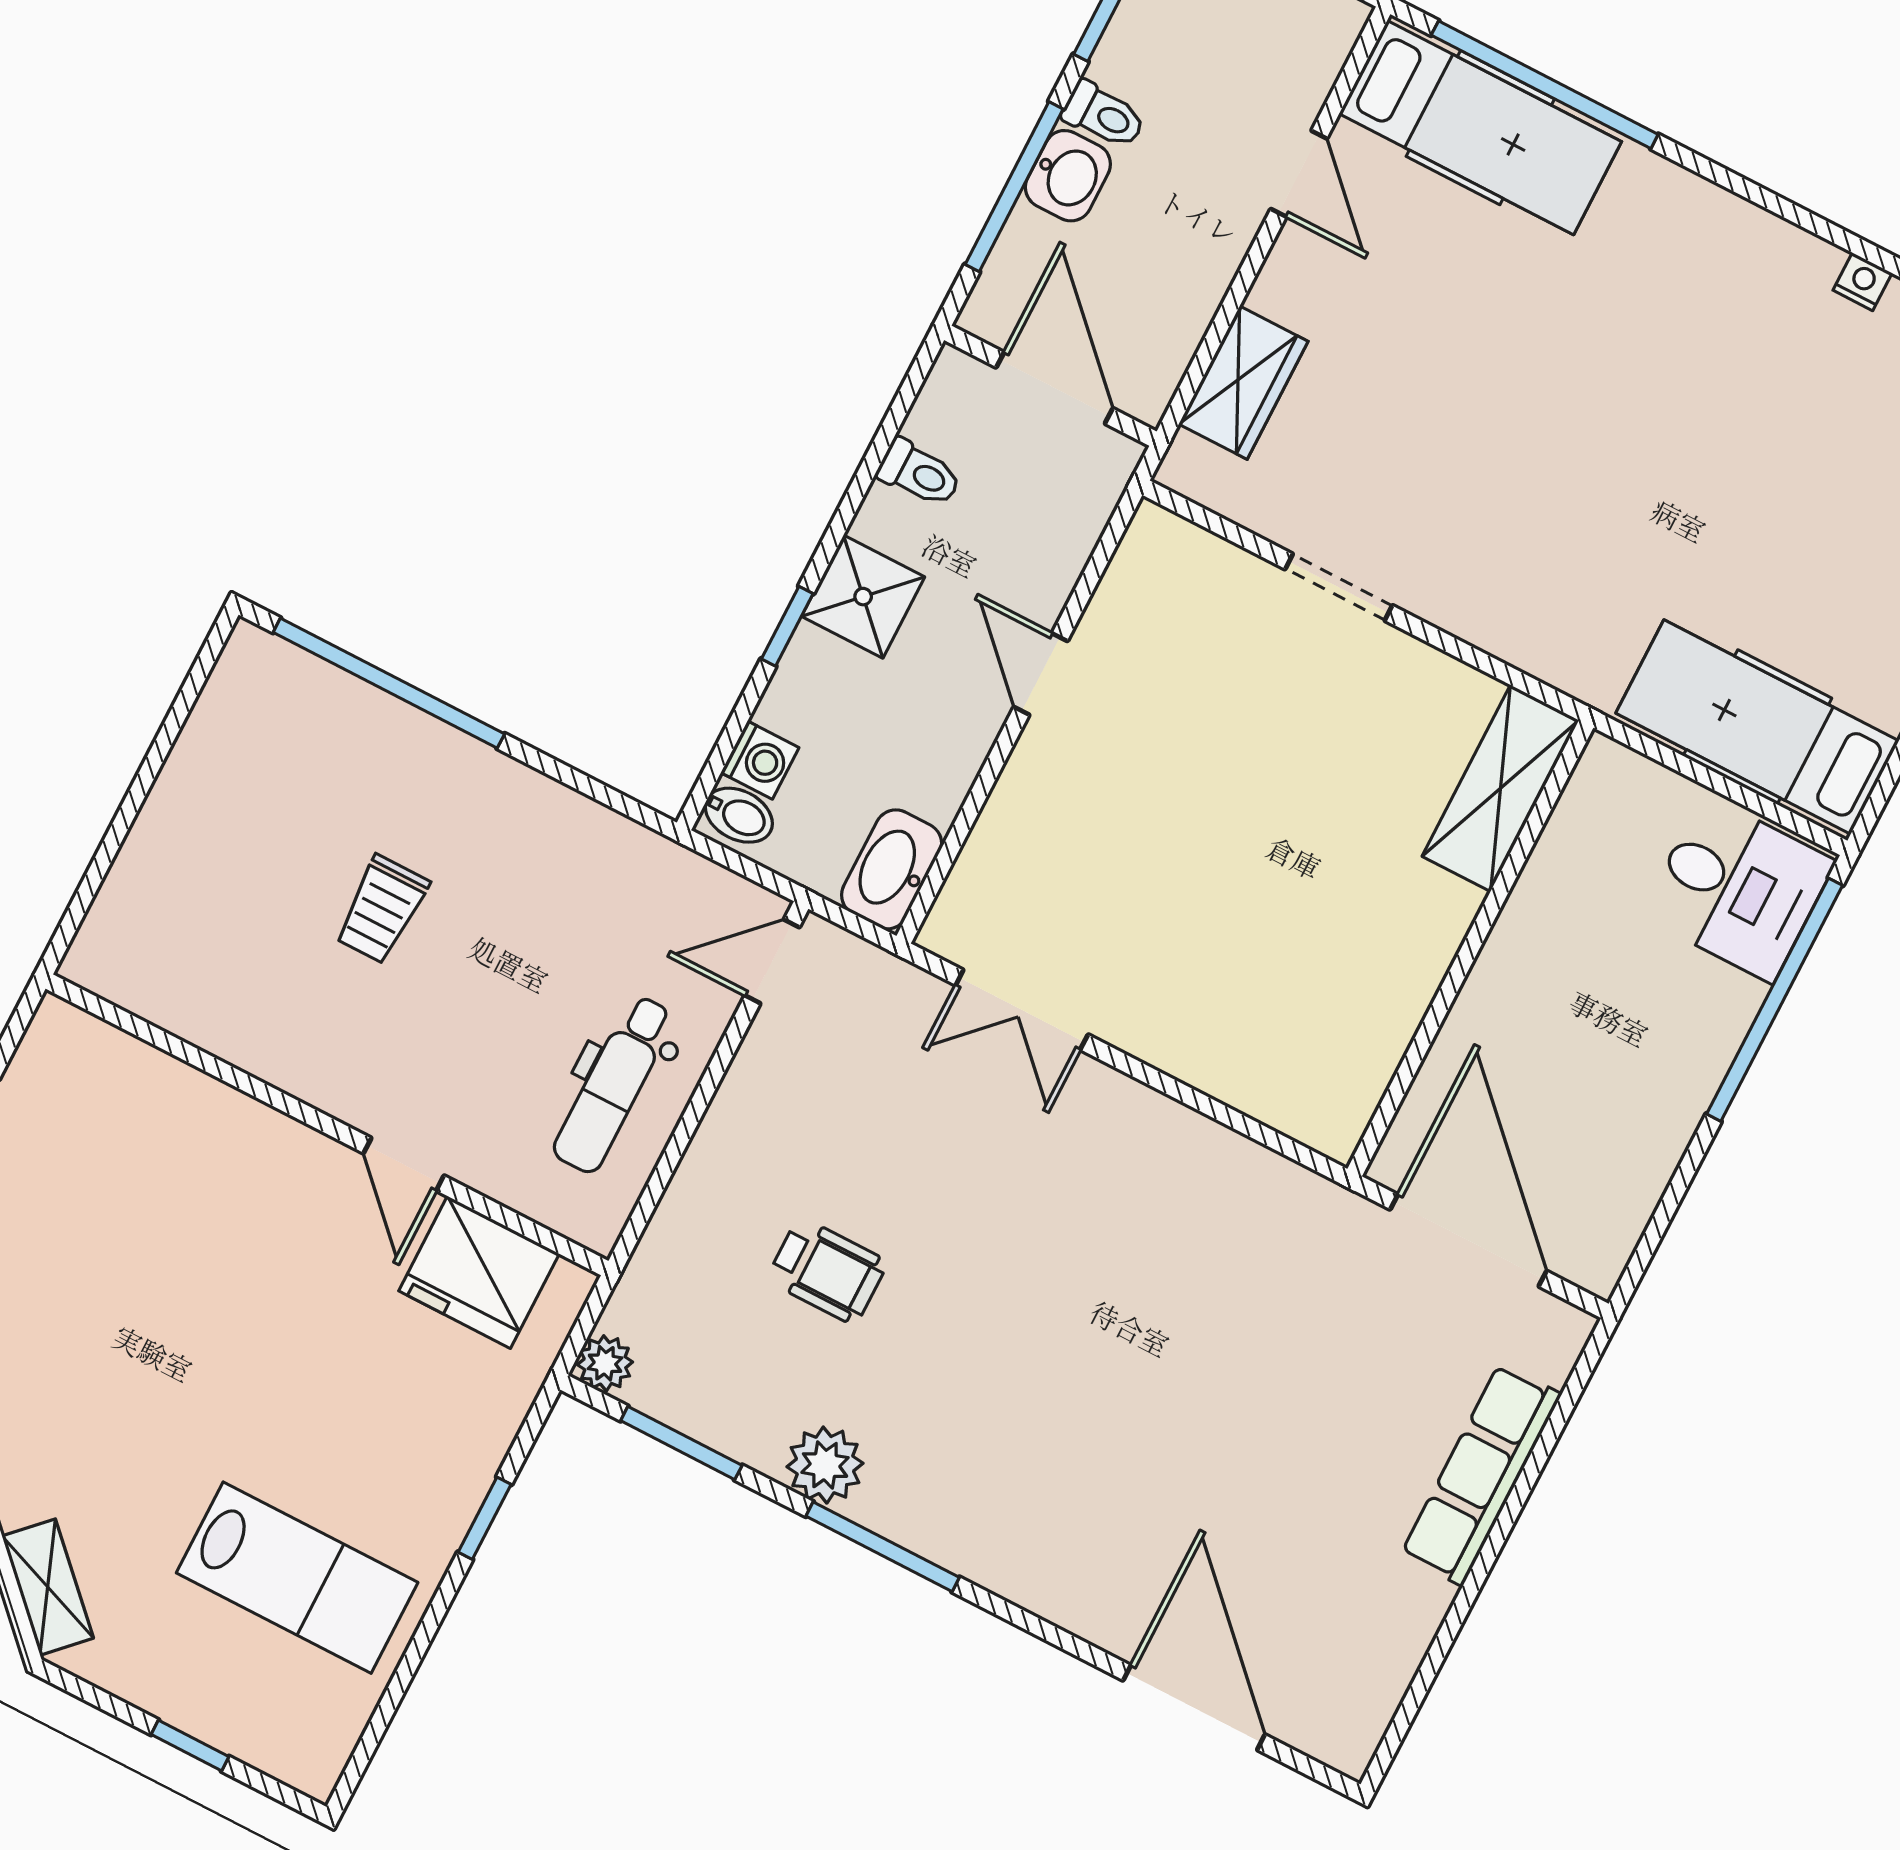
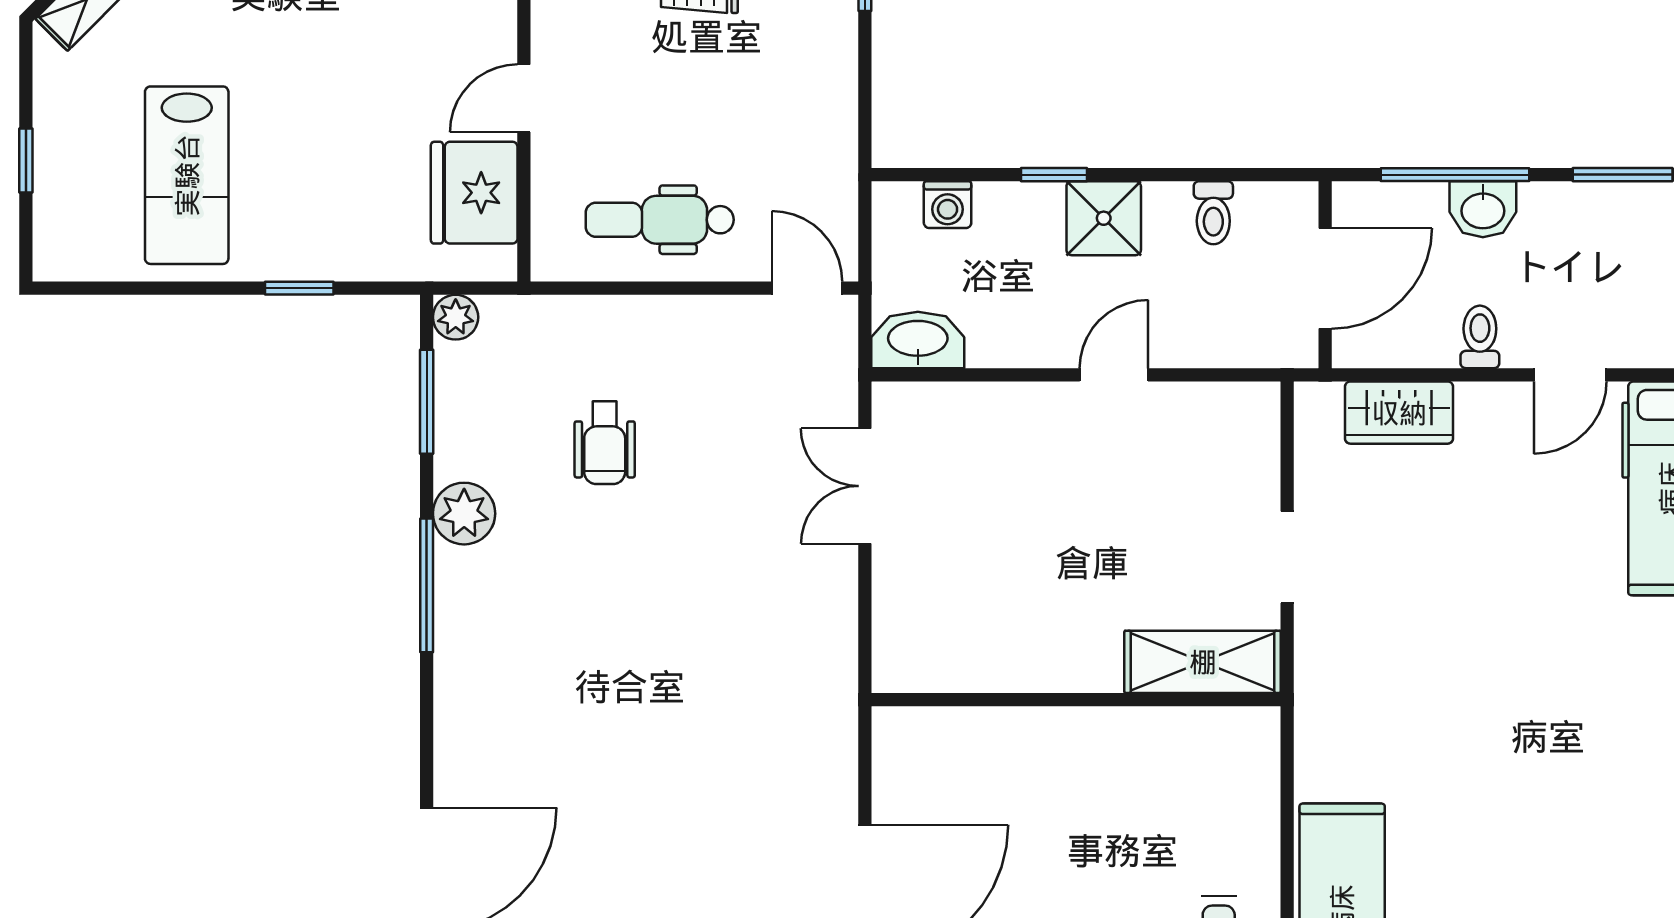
toilet: (1104, 115) -> (1480, 337), moved, turned 180
shelving: (1501, 788) -> (1203, 662), moved
bidet: (739, 815) -> (900, 210), removed
wall: (1470, 948) -> (1076, 700), moved

